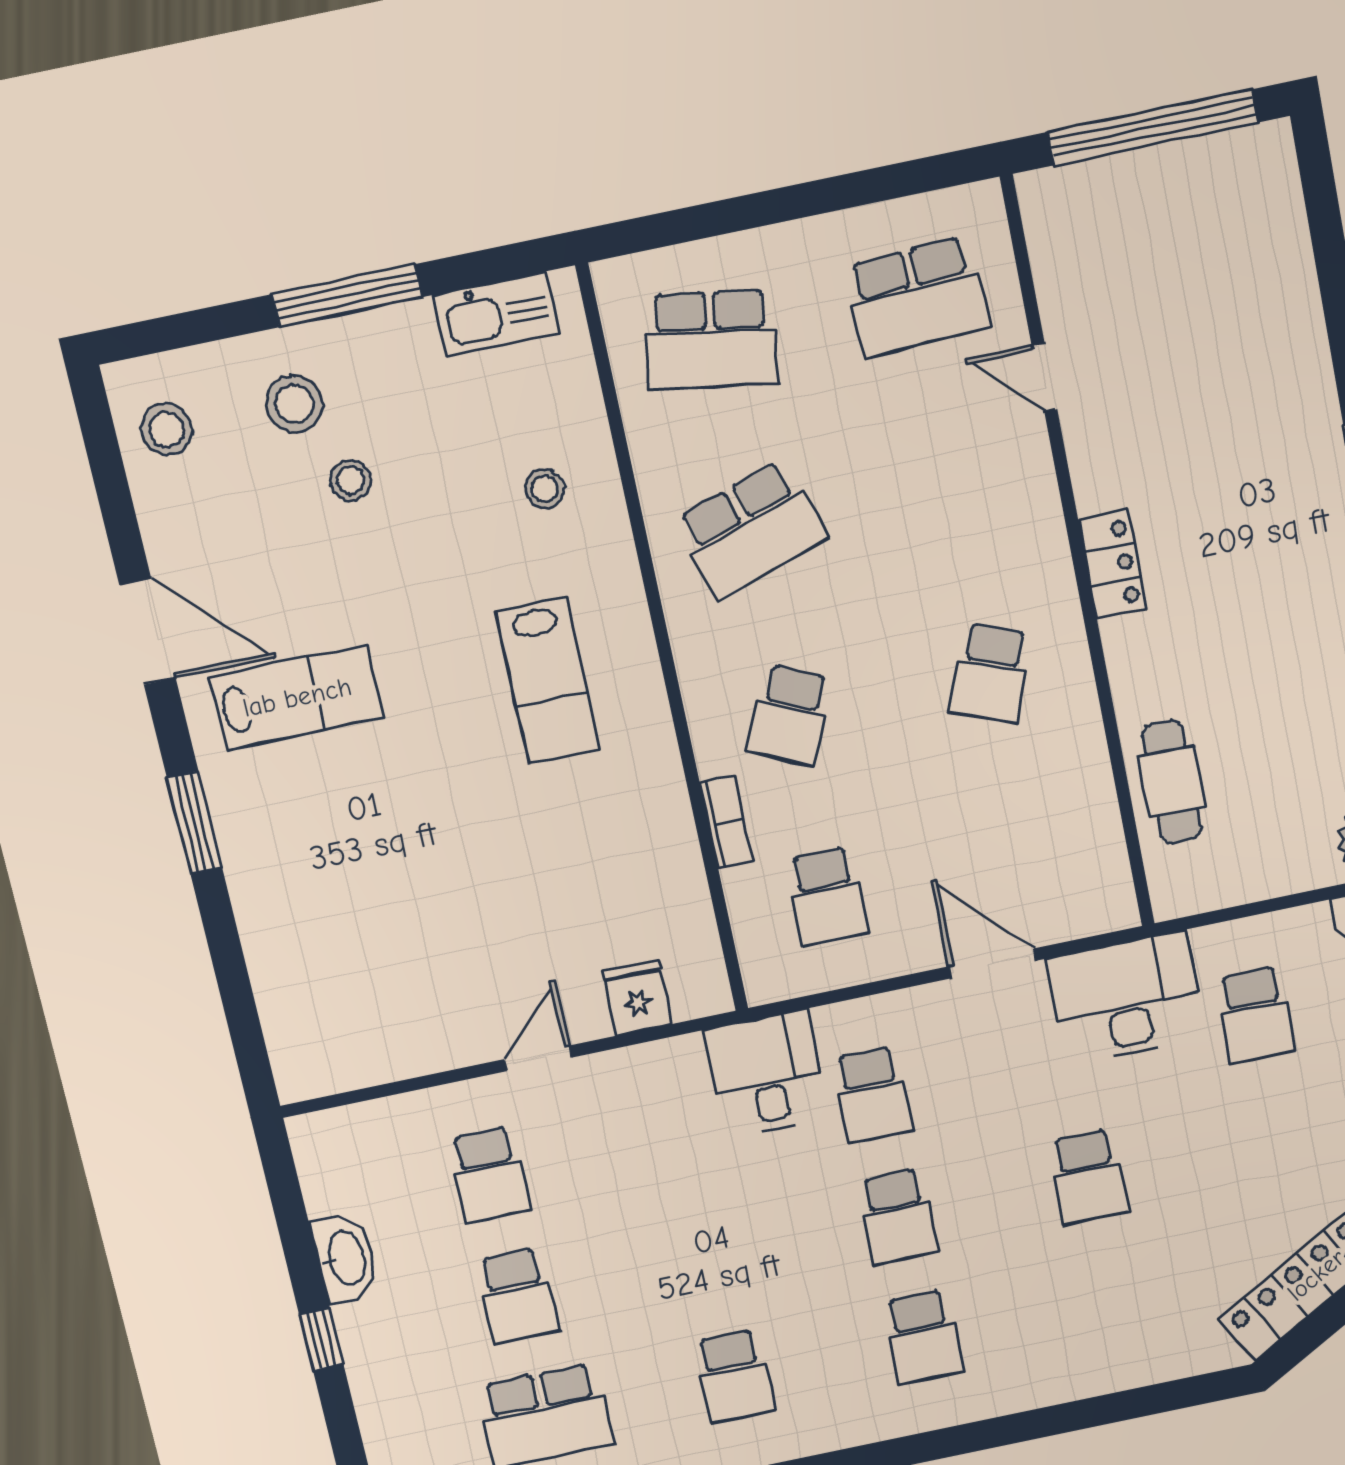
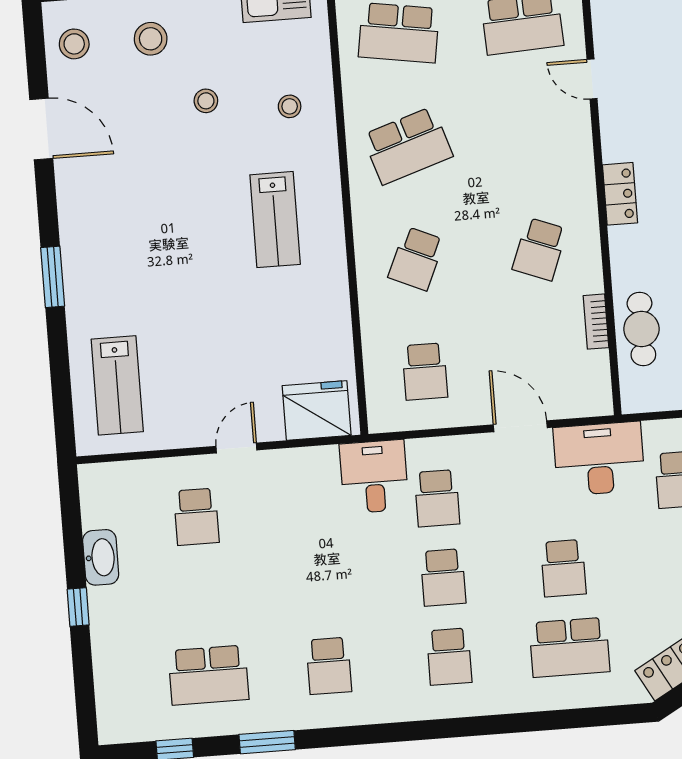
stool: (351, 480) -> (206, 101), moved
door: (148, 632) -> (41, 129), moved
lab bench: (297, 697) -> (117, 385), moved, turned 90
bookcase: (726, 822) -> (596, 322), moved, turned 180
fridge: (637, 998) -> (317, 410), width x1.88, depth x1.34
school desk: (518, 1296) -> (570, 647), moved, width x1.85

